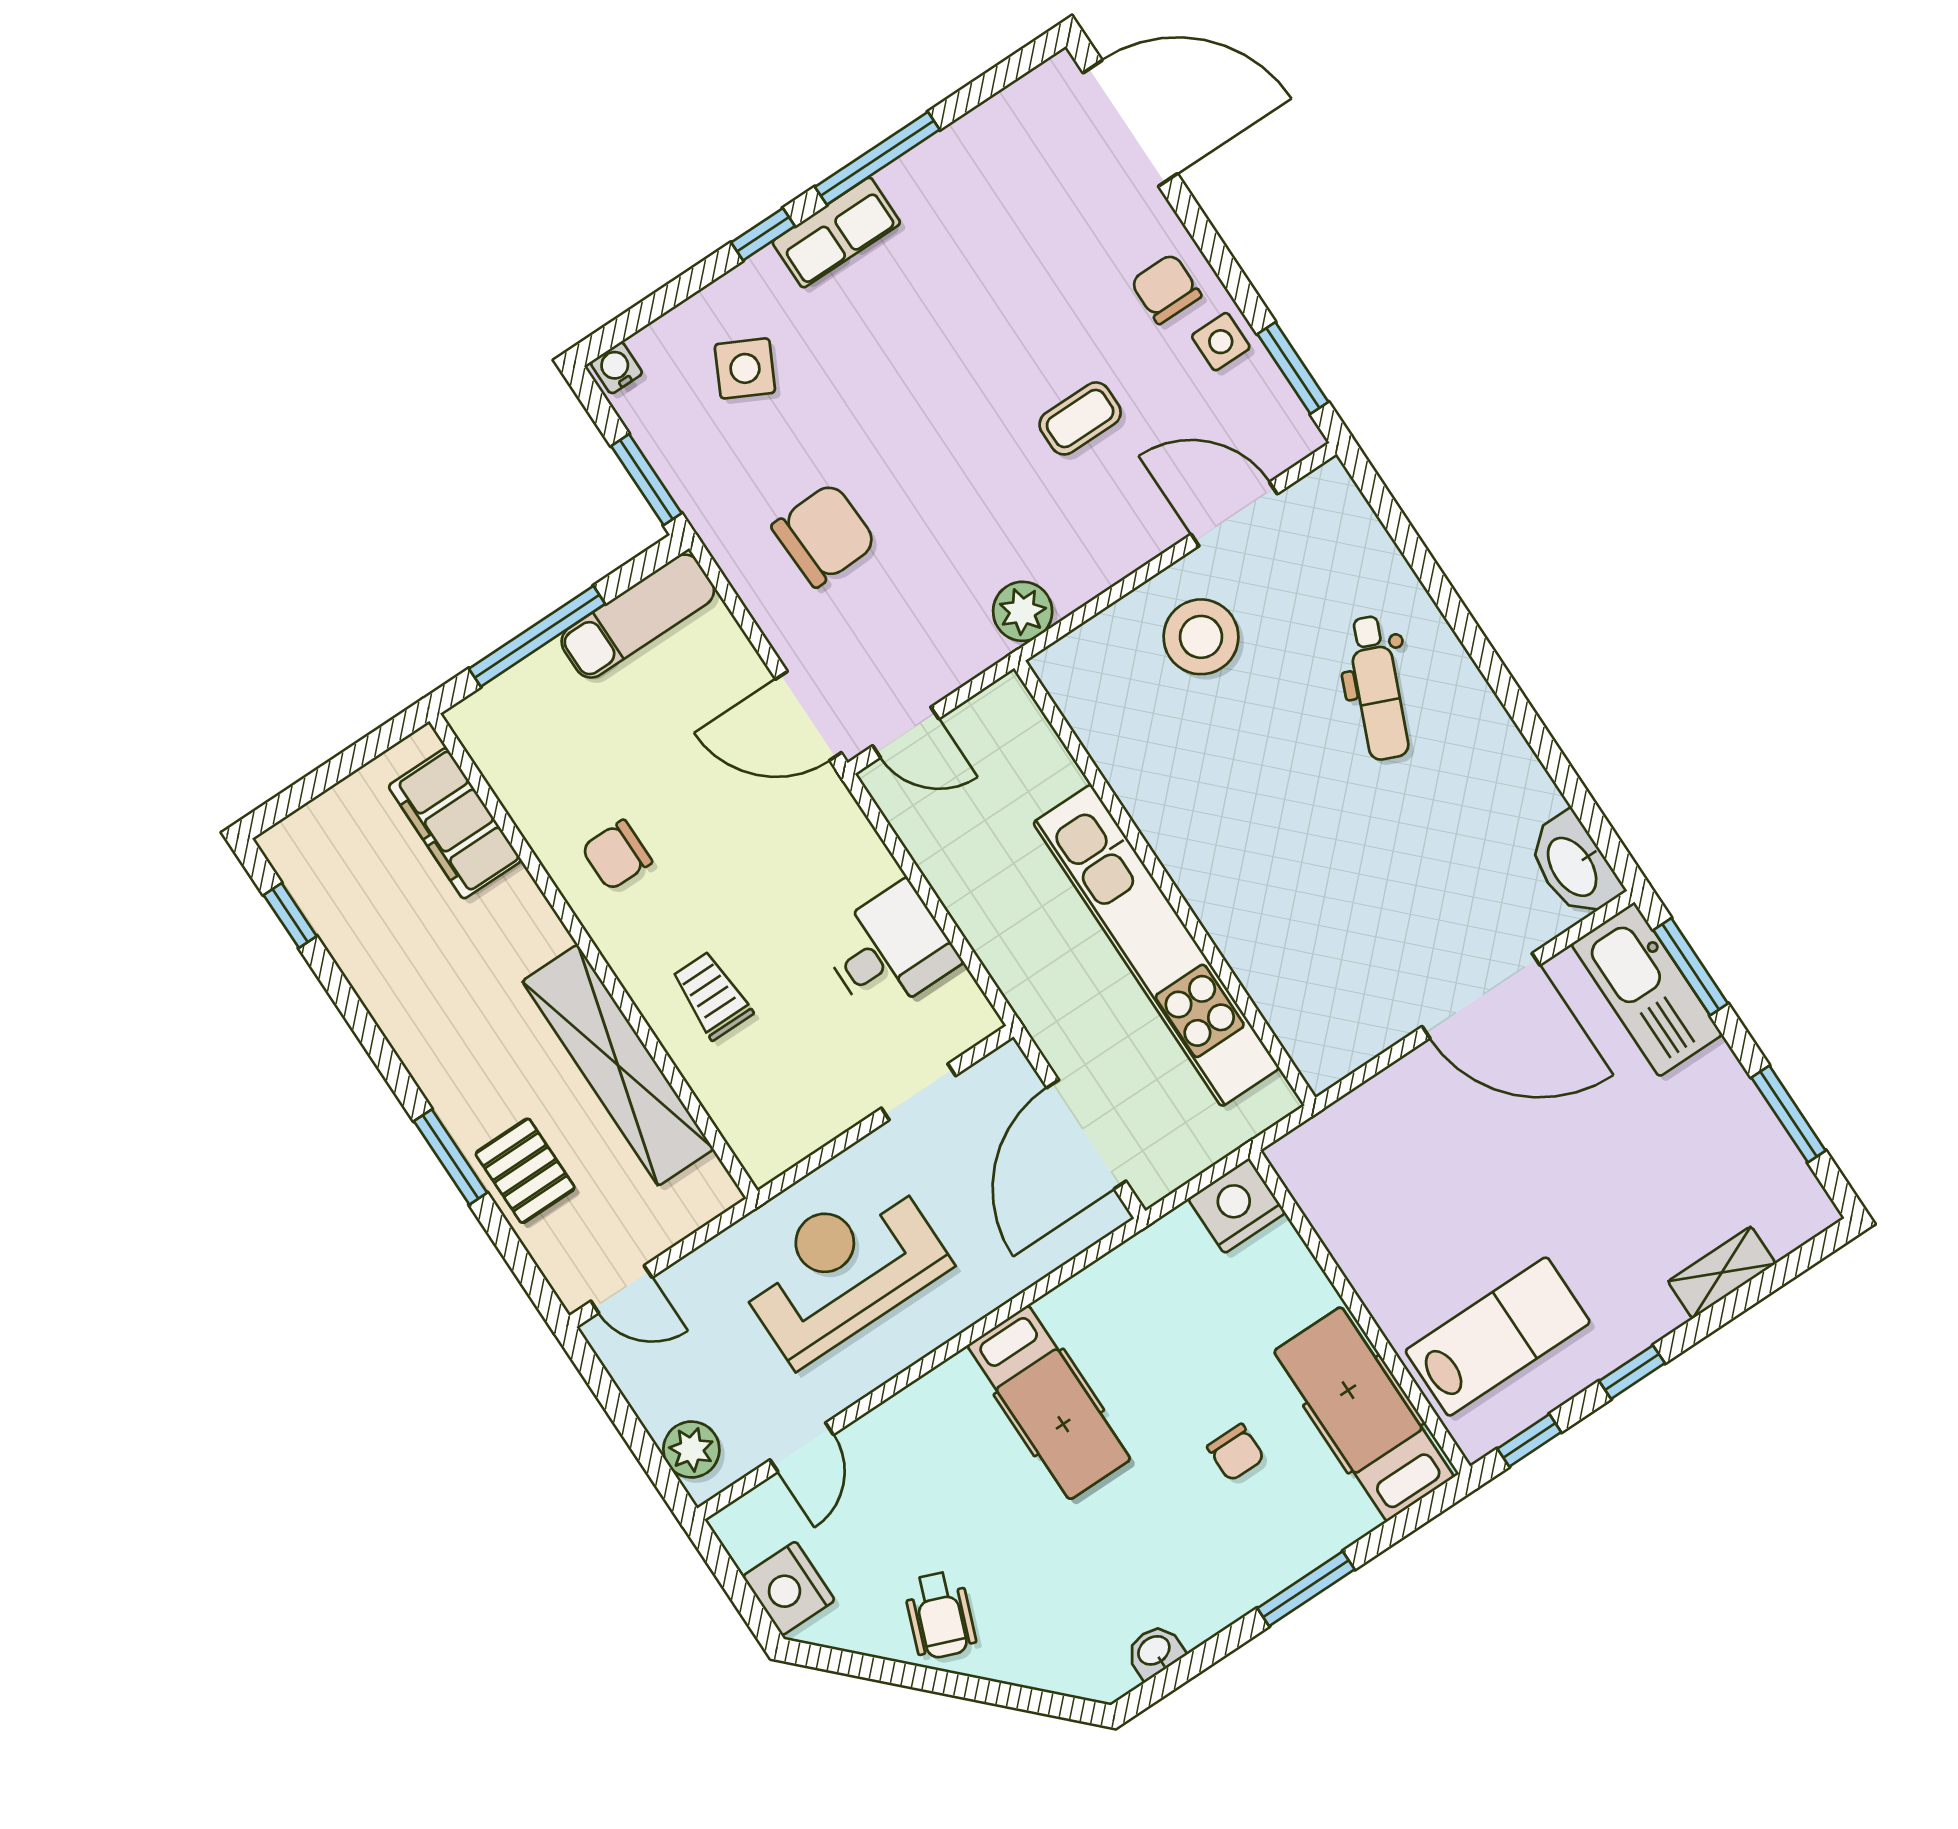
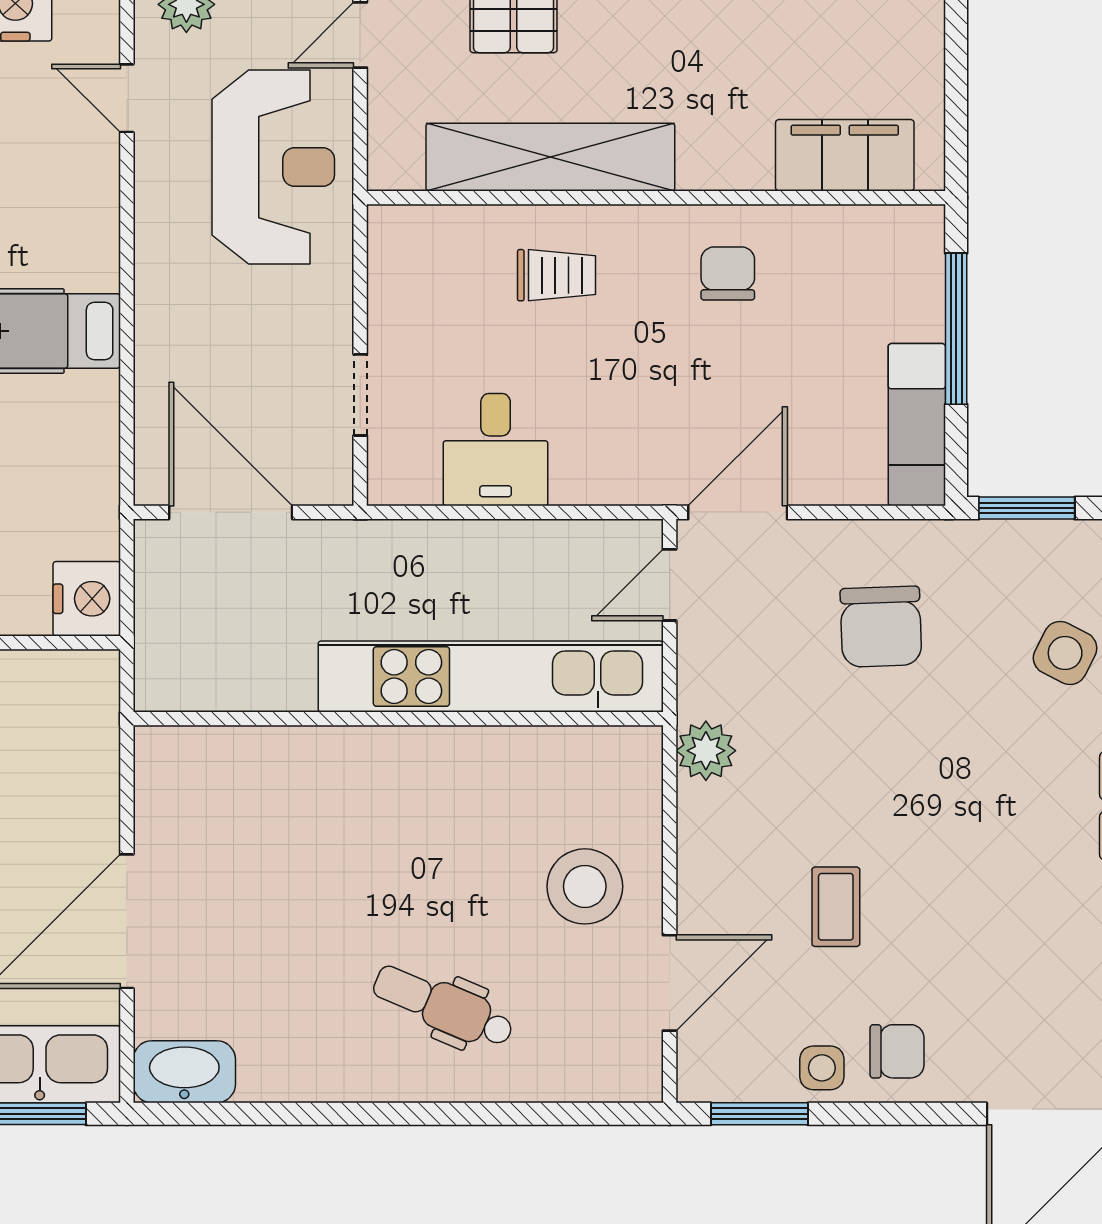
kitchen unit: (1156, 945) -> (491, 677), moved
reception desk: (842, 1269) -> (273, 167), moved

